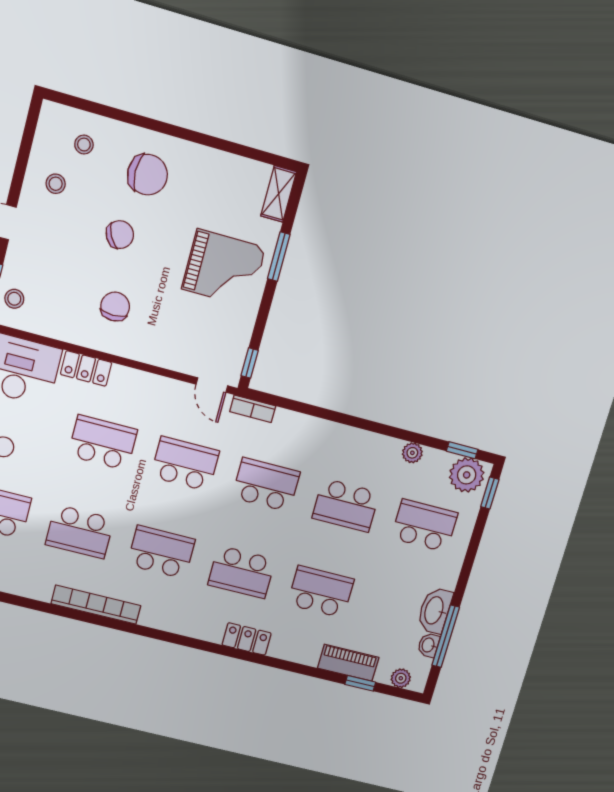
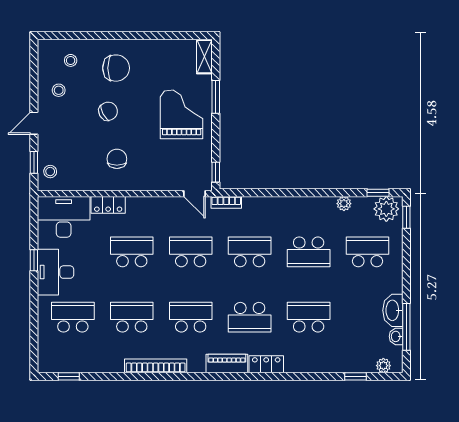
grand piano: (224, 268) -> (182, 114), turned -90
school desk: (80, 532) -> (132, 317), turned 180
piano: (348, 663) -> (227, 364), moved

